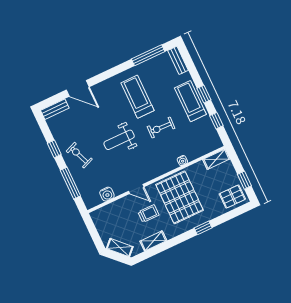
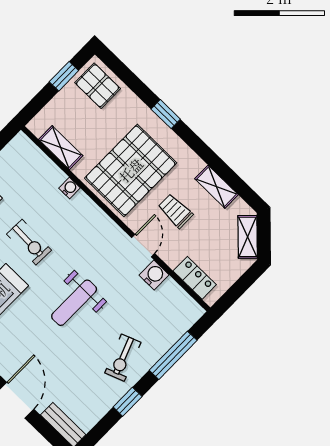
weight bench: (119, 140) -> (74, 303), turned 90
shelving: (216, 159) -> (61, 148), moved
water cooler: (107, 194) -> (154, 275), moved
locker: (108, 210) -> (195, 278), added

